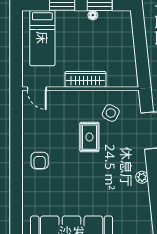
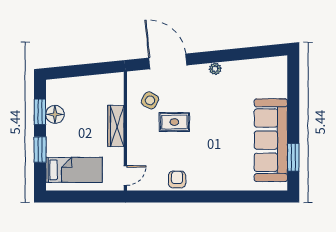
floor lamp: (93, 15) -> (55, 114), width x1.89, depth x1.89
armchair: (40, 161) -> (177, 179), moved, turned -90

